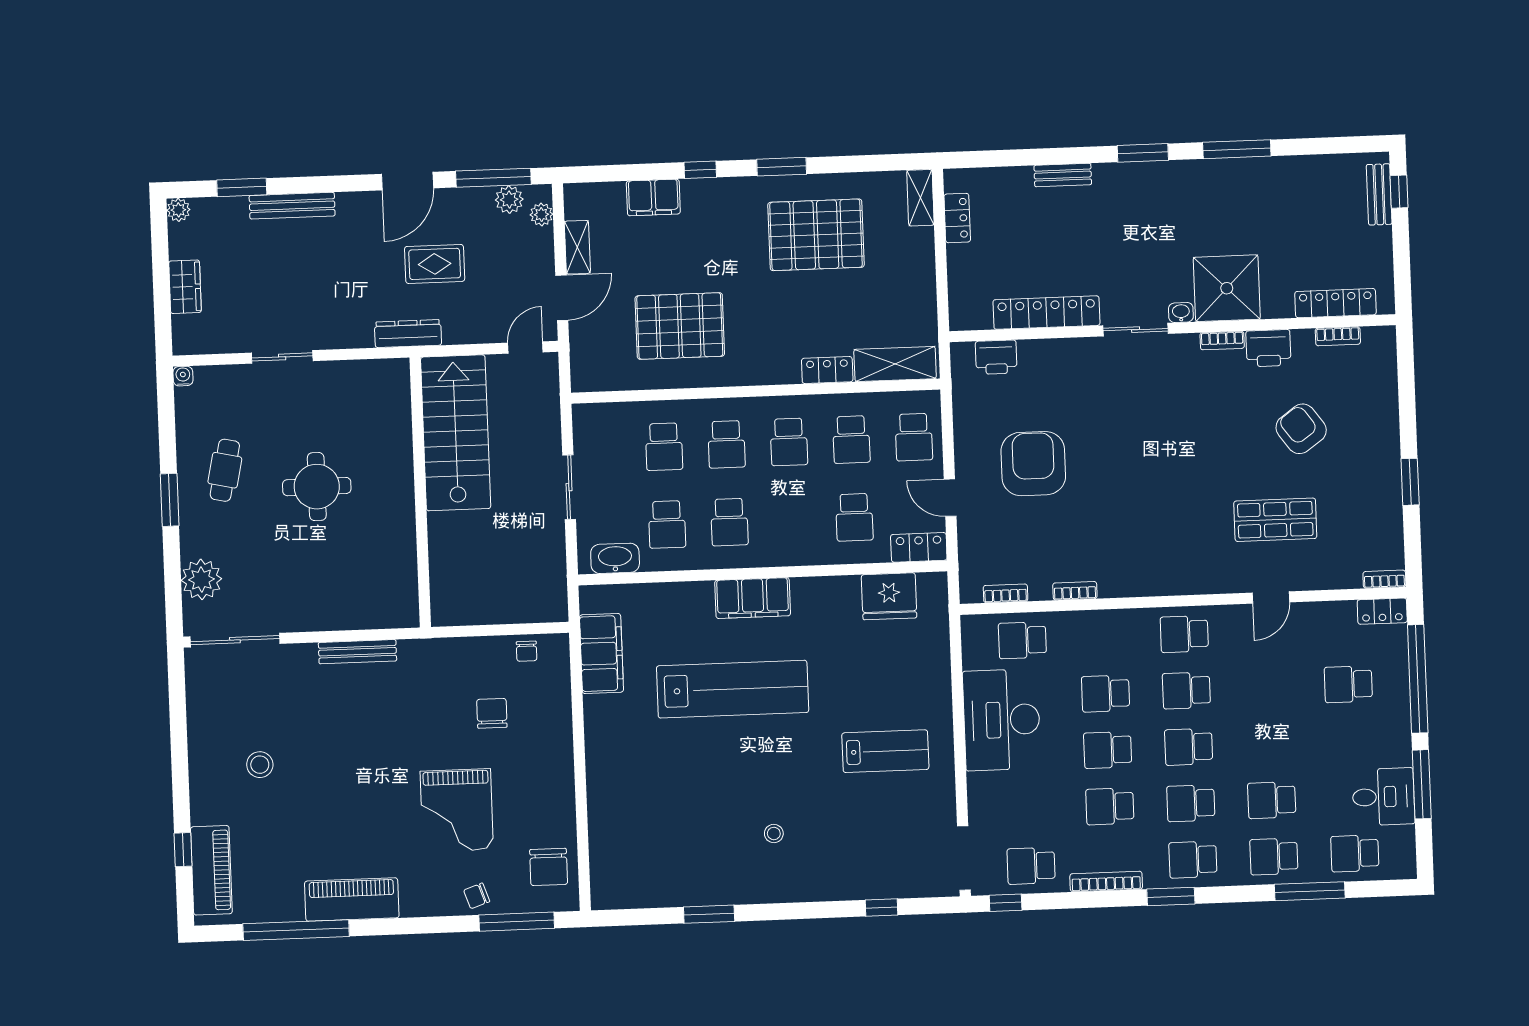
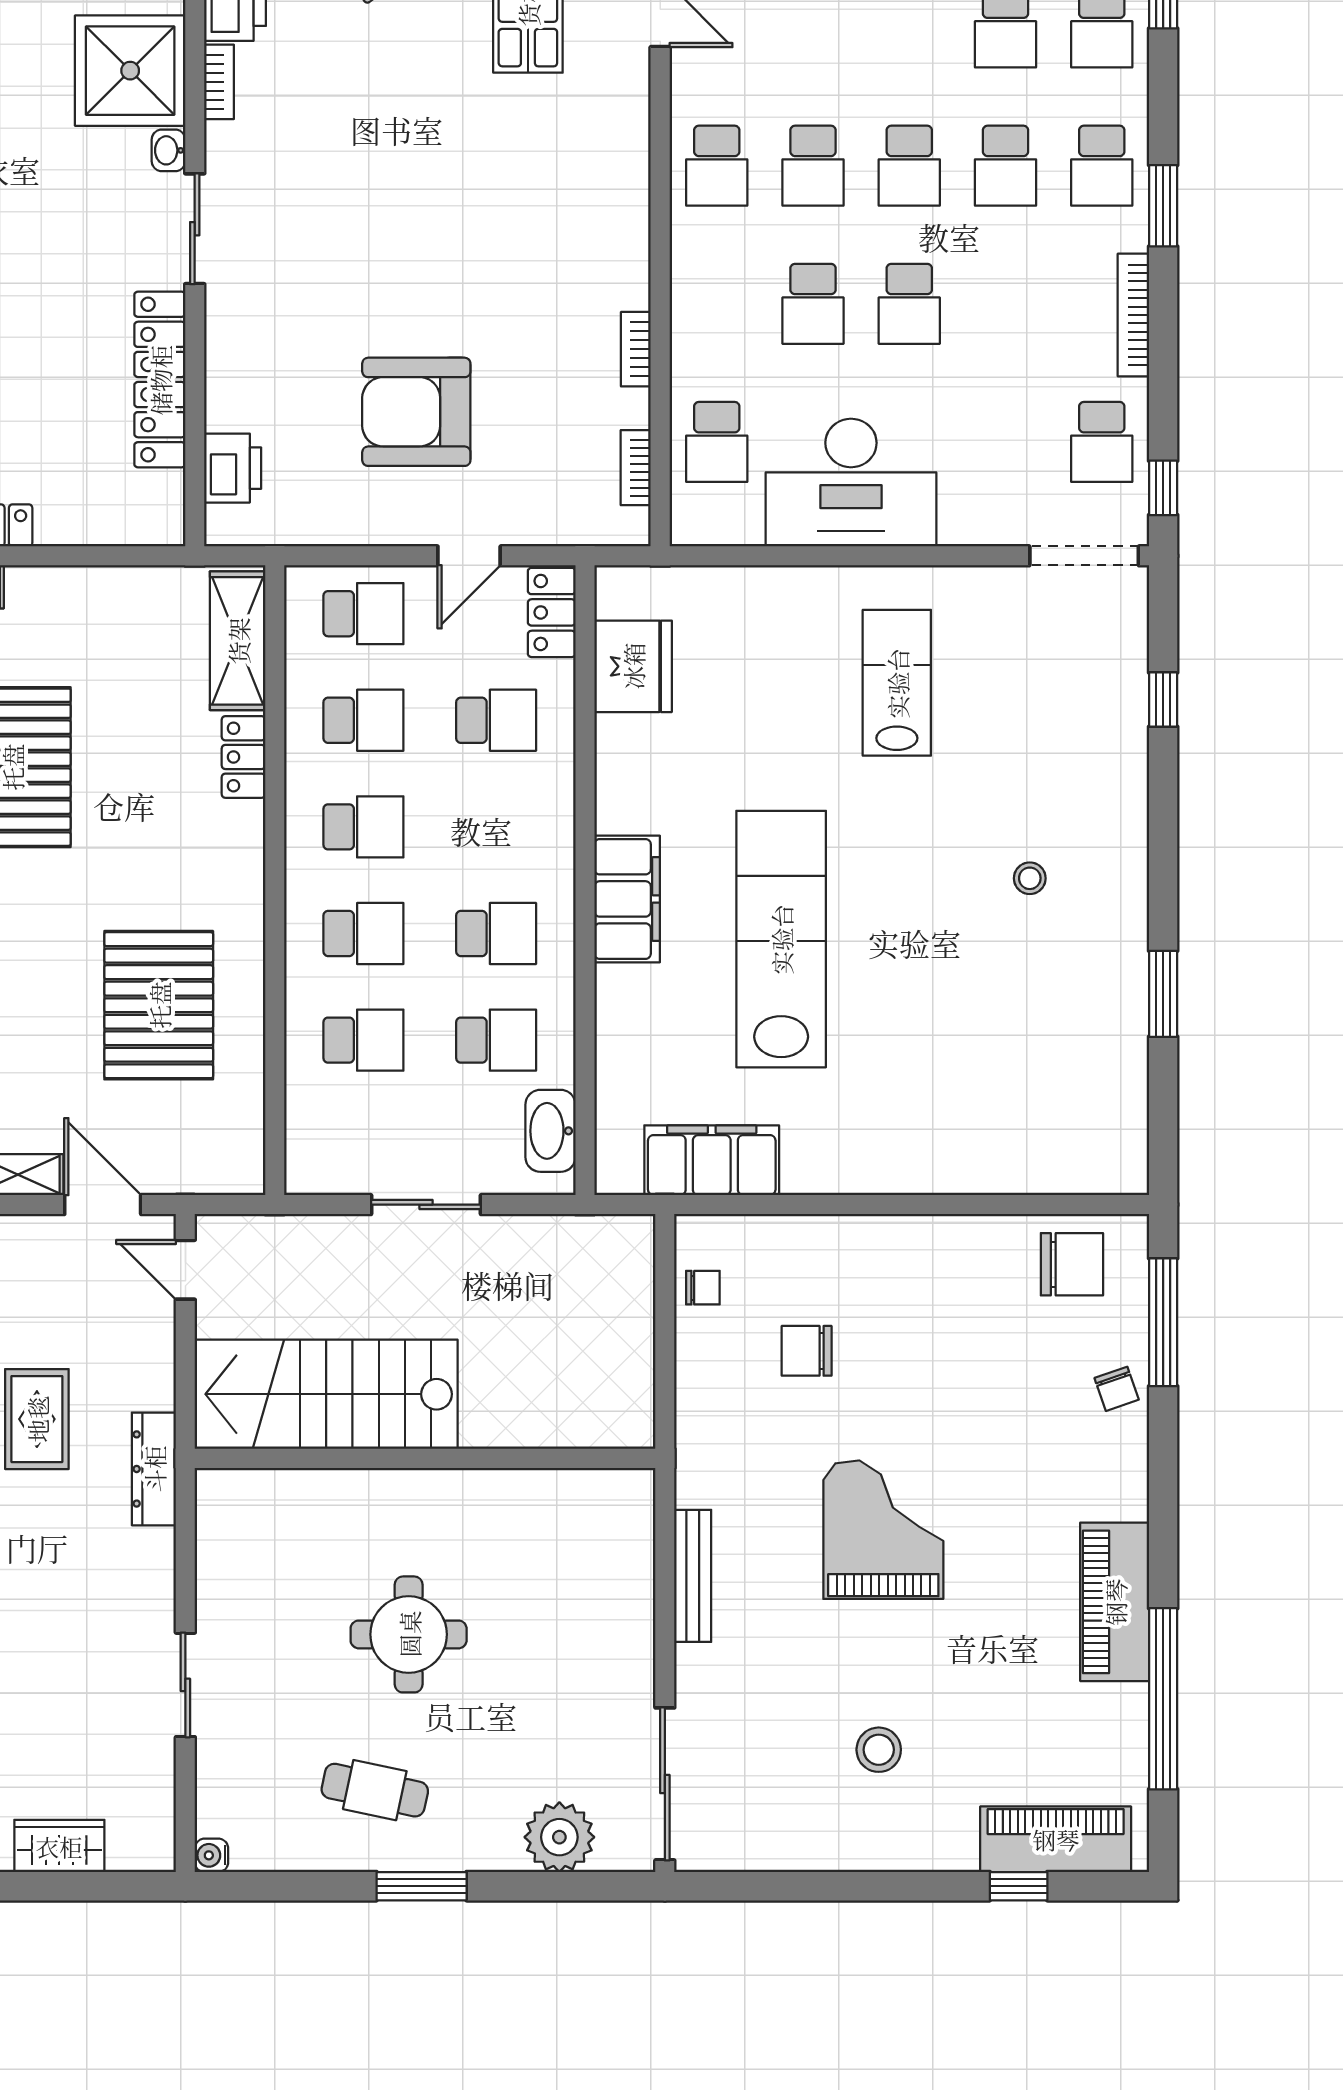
school desk: (1110, 806) -> (1006, 304), removed
grand piano: (457, 810) -> (883, 1530), moved, turned -90

